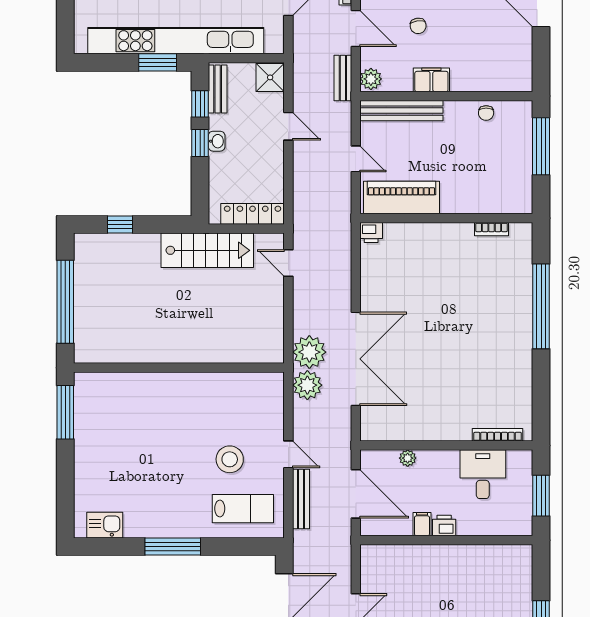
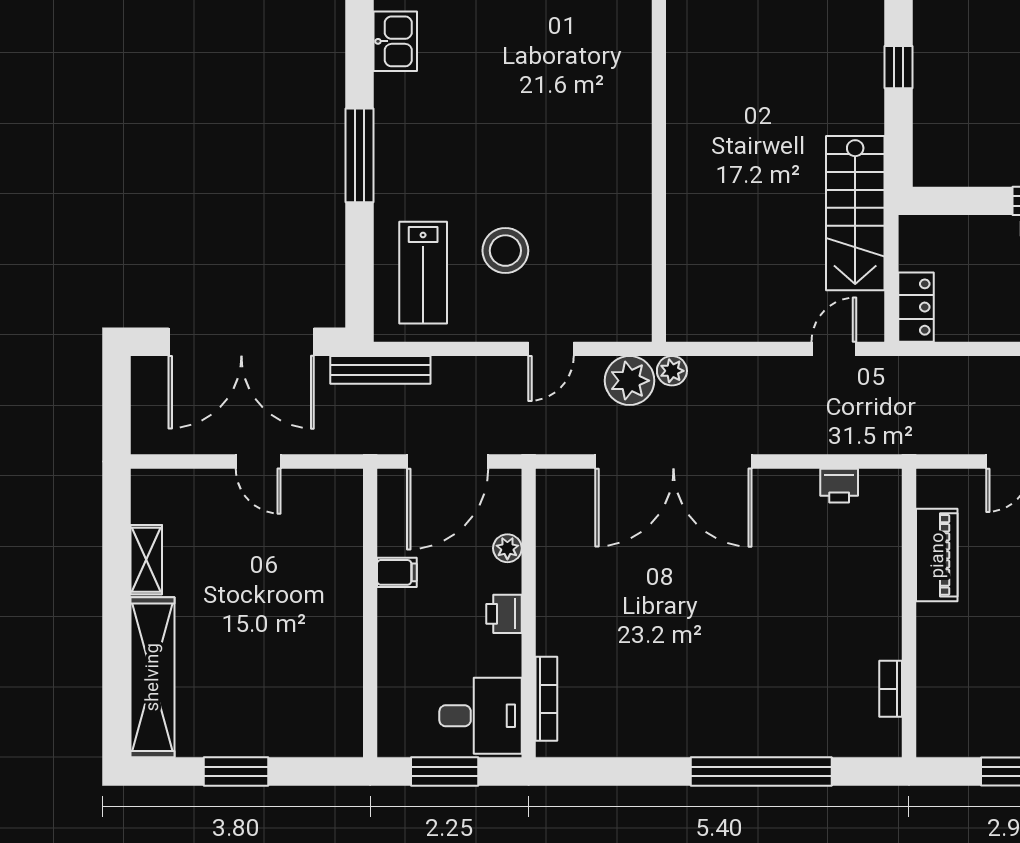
piano: (401, 197) -> (937, 555), width x0.73, depth x0.75
locker: (253, 214) -> (916, 307), width x0.66
printer: (371, 233) -> (839, 486), moved, turned -90
plant: (309, 352) -> (672, 371), width x0.53, depth x0.53
door: (288, 454) -> (551, 349), moved
desk: (483, 474) -> (481, 716), moved
bench: (301, 499) -> (380, 370), moved
printer: (444, 525) -> (504, 614), moved, turned 180

